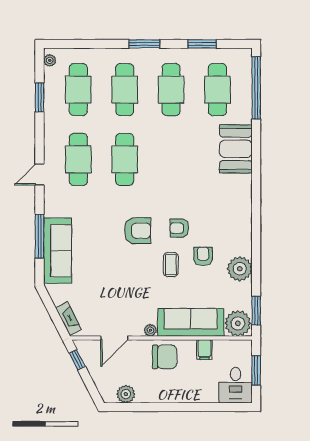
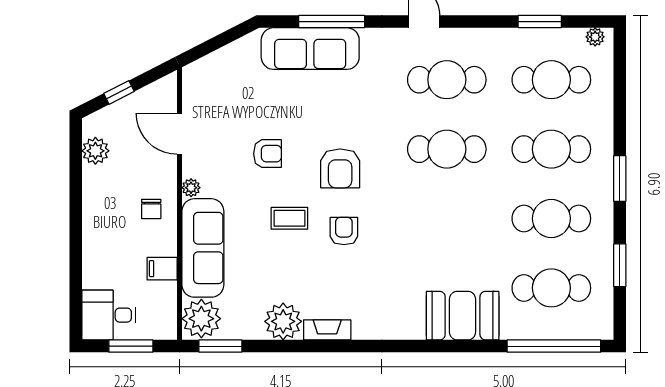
armchair: (203, 256) -> (268, 154), moved
fireplace: (68, 319) -> (327, 330), moved, turned -153
chair: (165, 357) -> (151, 209), width x0.54, depth x0.54
window: (77, 360) -> (119, 92), moved

